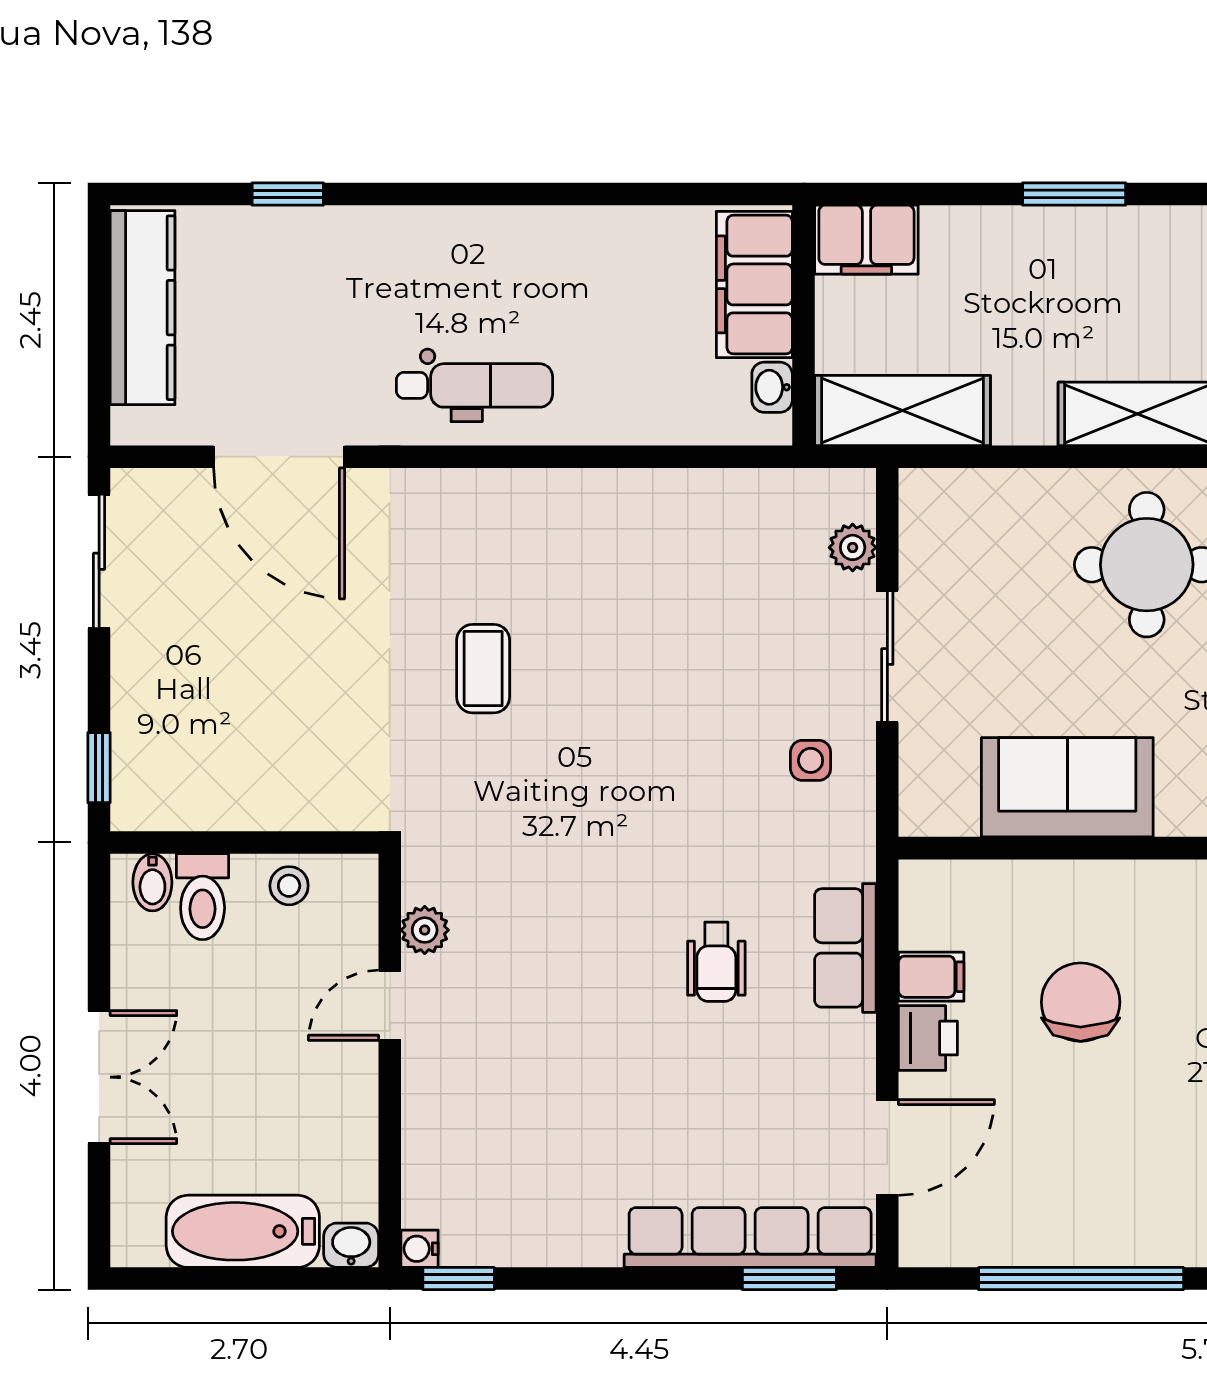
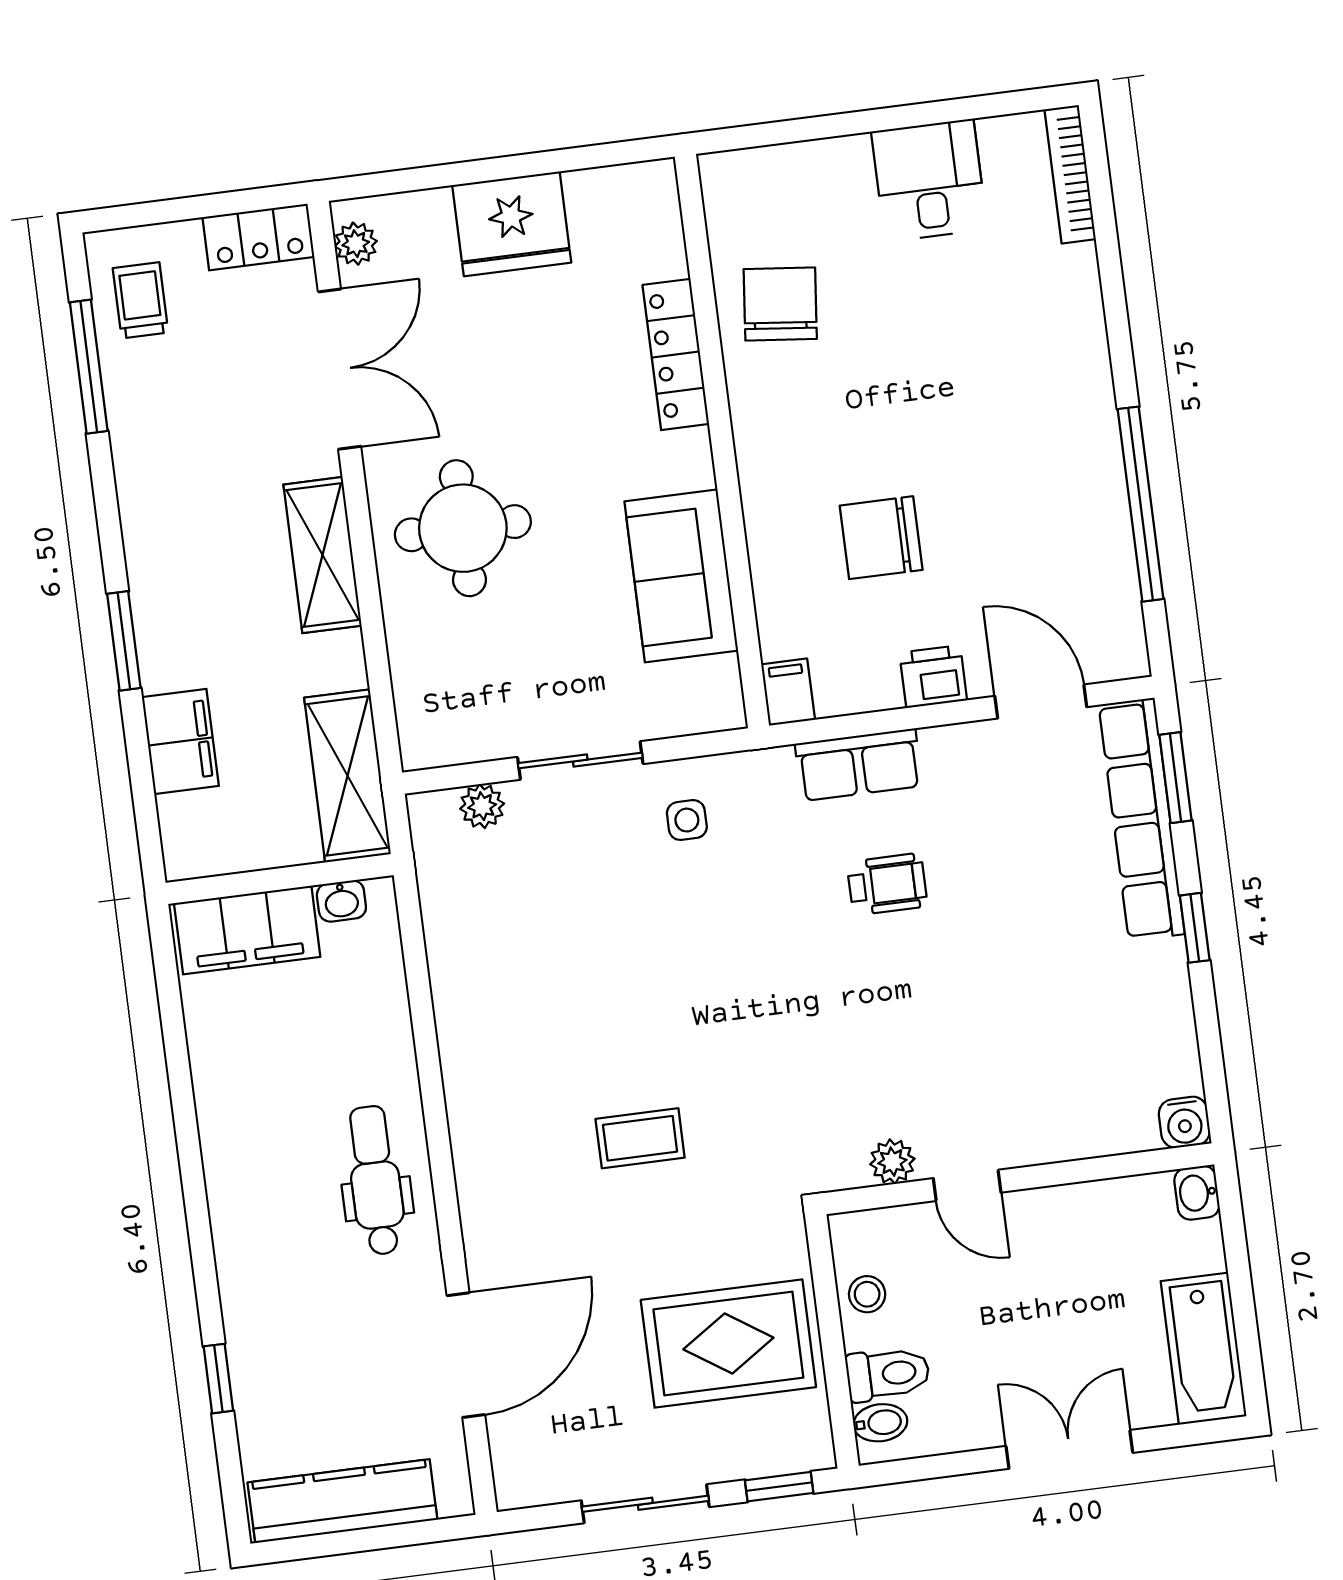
filing cabinet: (866, 240) -> (180, 742), moved
sliding door: (99, 561) -> (645, 1504), moved
rug: (256, 734) -> (728, 1344), added
filing cabinet: (931, 977) -> (788, 692), moved
bathtub: (243, 1231) -> (1204, 1349), moved
water cooler: (420, 1249) -> (1184, 1122), width x1.38, depth x1.38
window: (459, 1279) -> (1195, 928), moved

